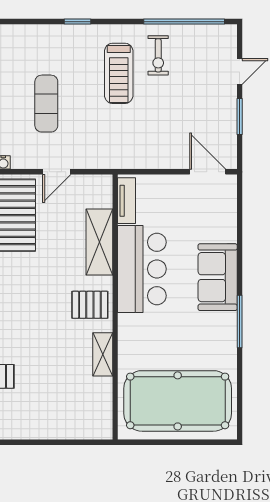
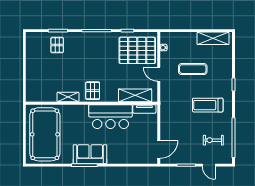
exercise bike: (158, 55) -> (213, 140), moved
shelving: (99, 242) -> (135, 95), moved
sofa: (218, 277) -> (90, 154), moved

